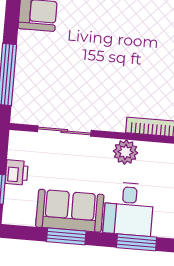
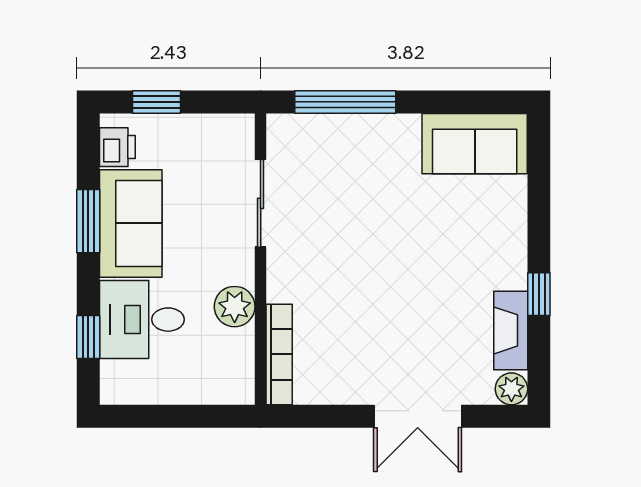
printer: (17, 172) -> (117, 147), moved, turned -90
window: (137, 242) -> (88, 337), width x0.67

